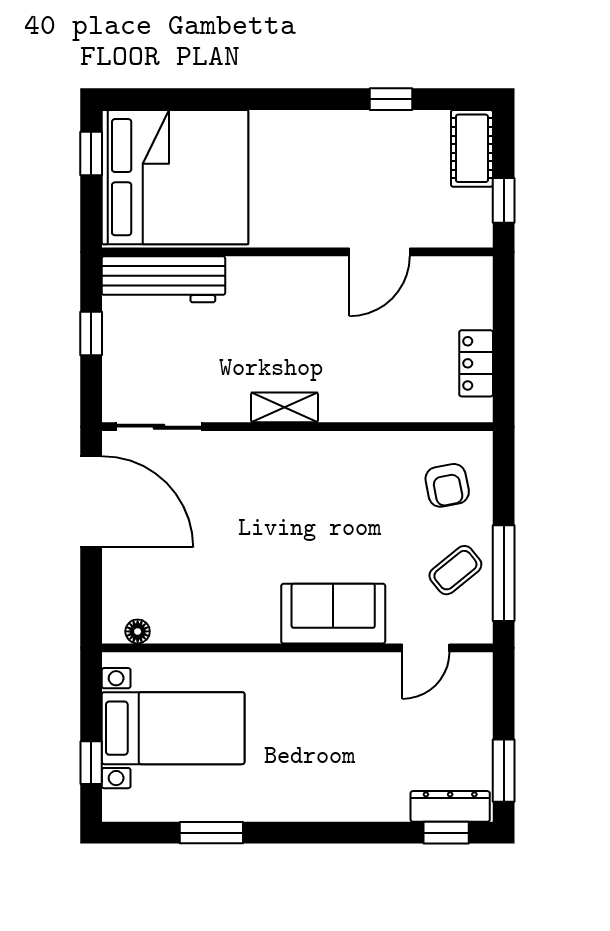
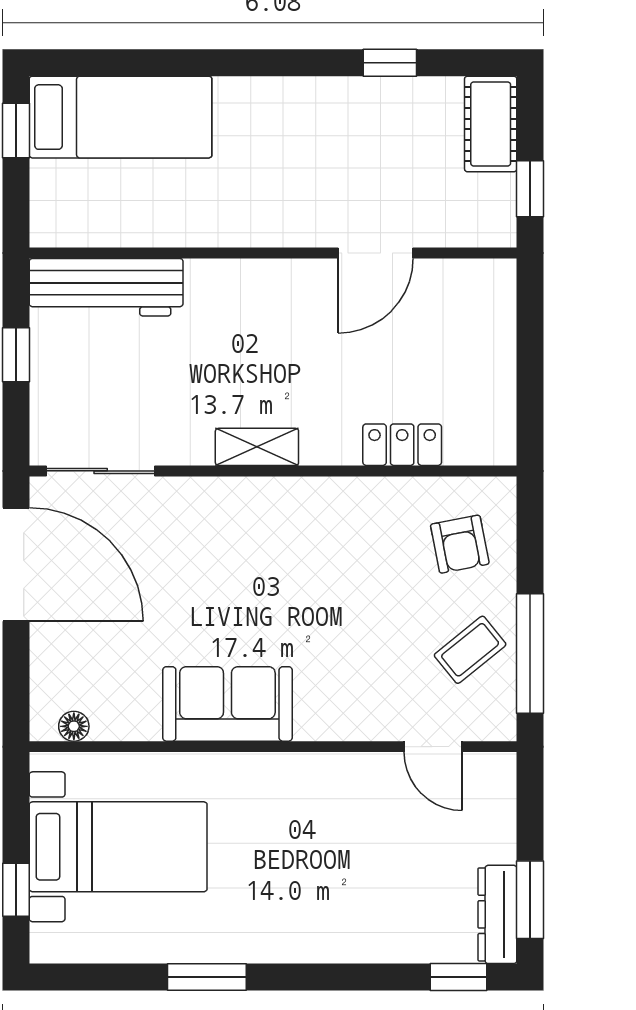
bed: (175, 177) -> (121, 117), width x0.49
locker: (476, 363) -> (402, 445), moved, turned 90
sofa: (333, 614) -> (227, 704), moved
door: (426, 648) -> (433, 747), hinge flipped
dresser: (450, 806) -> (497, 914), moved, turned -90
window: (211, 833) -> (207, 977), moved

